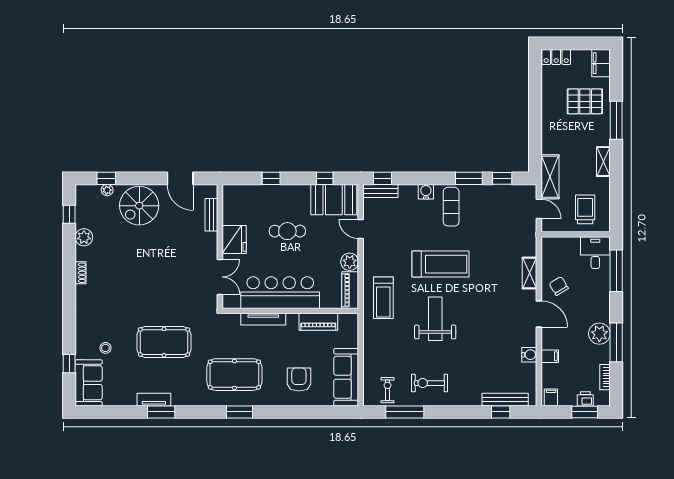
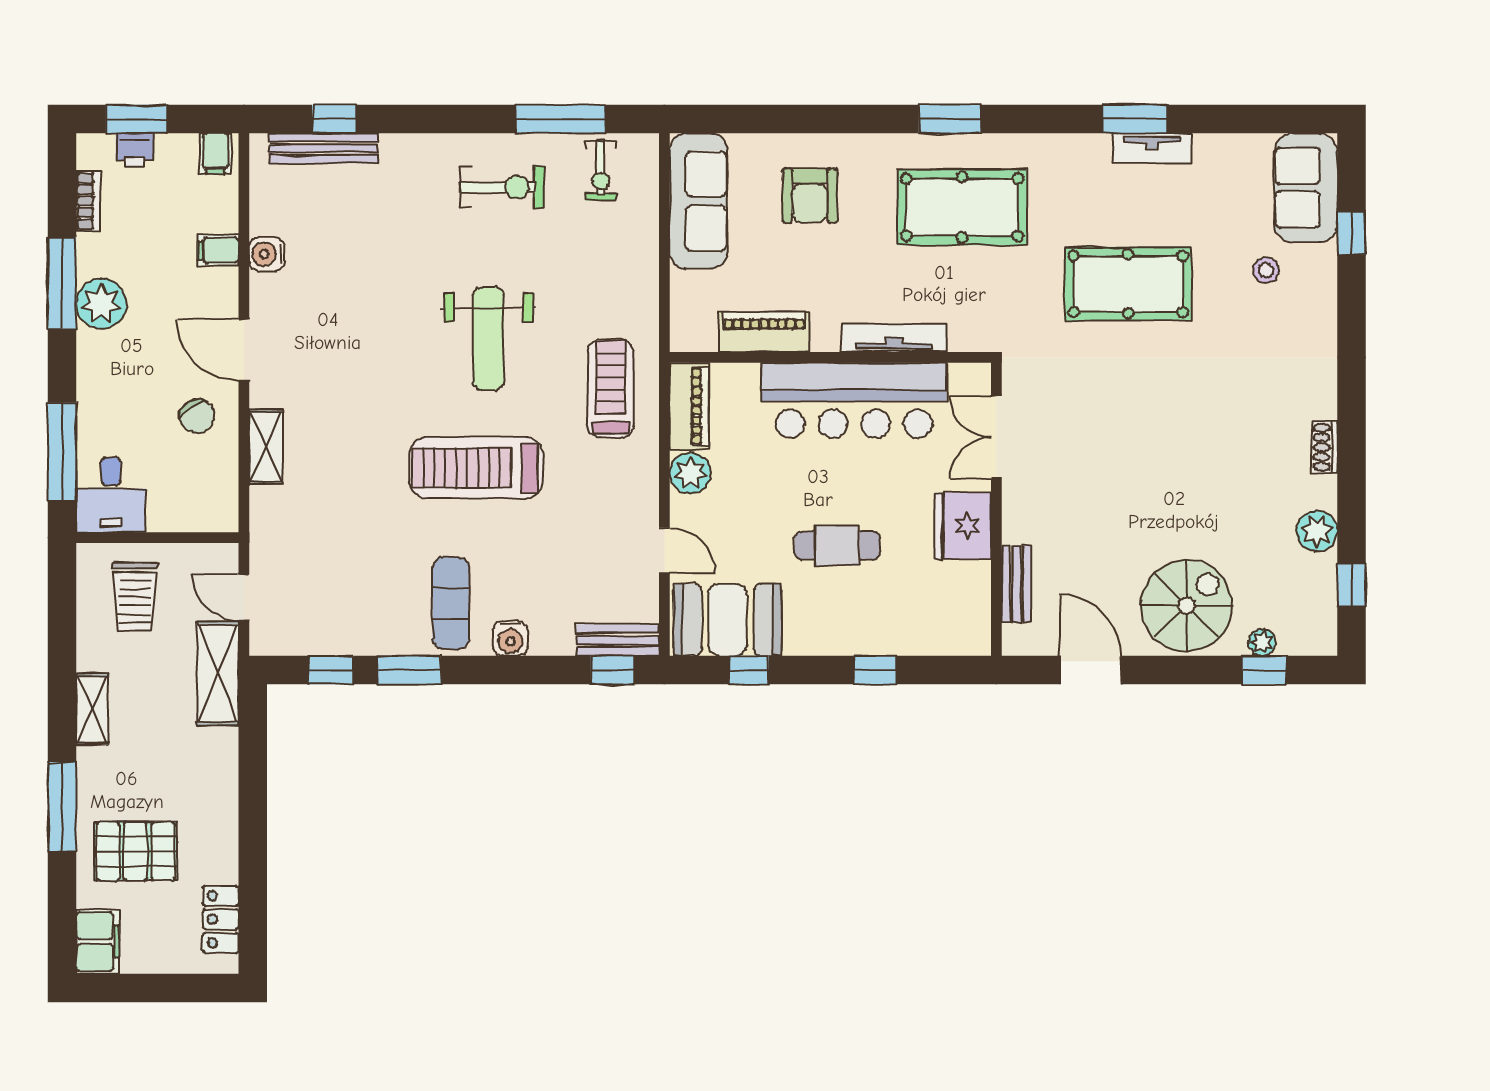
locker: (556, 57) -> (221, 919), moved, turned -90

